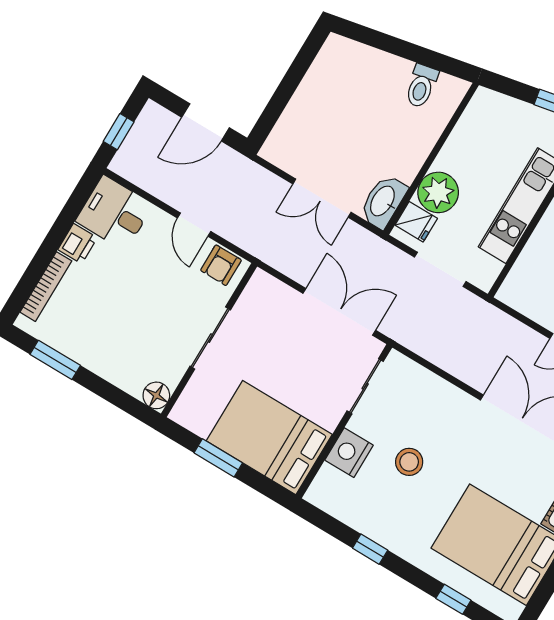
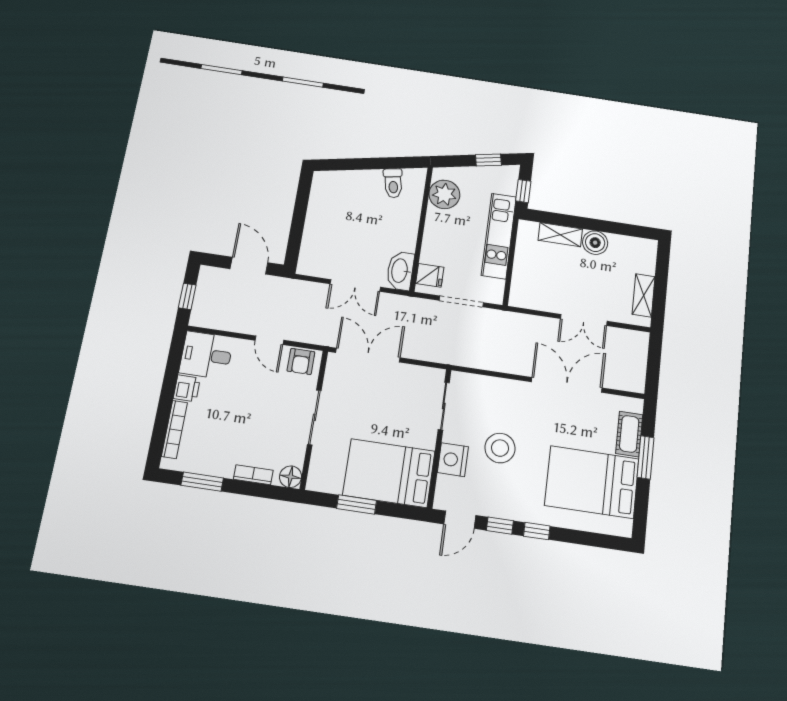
door: (206, 122) -> (249, 266), swing flipped
plant: (438, 192) -> (444, 194), moved
double door: (339, 312) -> (368, 355), moved
bookcase: (115, 376) -> (253, 475), added
stool: (409, 462) -> (500, 448), width x1.38, depth x1.38
door: (327, 524) -> (460, 520), added
window: (453, 599) -> (537, 531), moved

